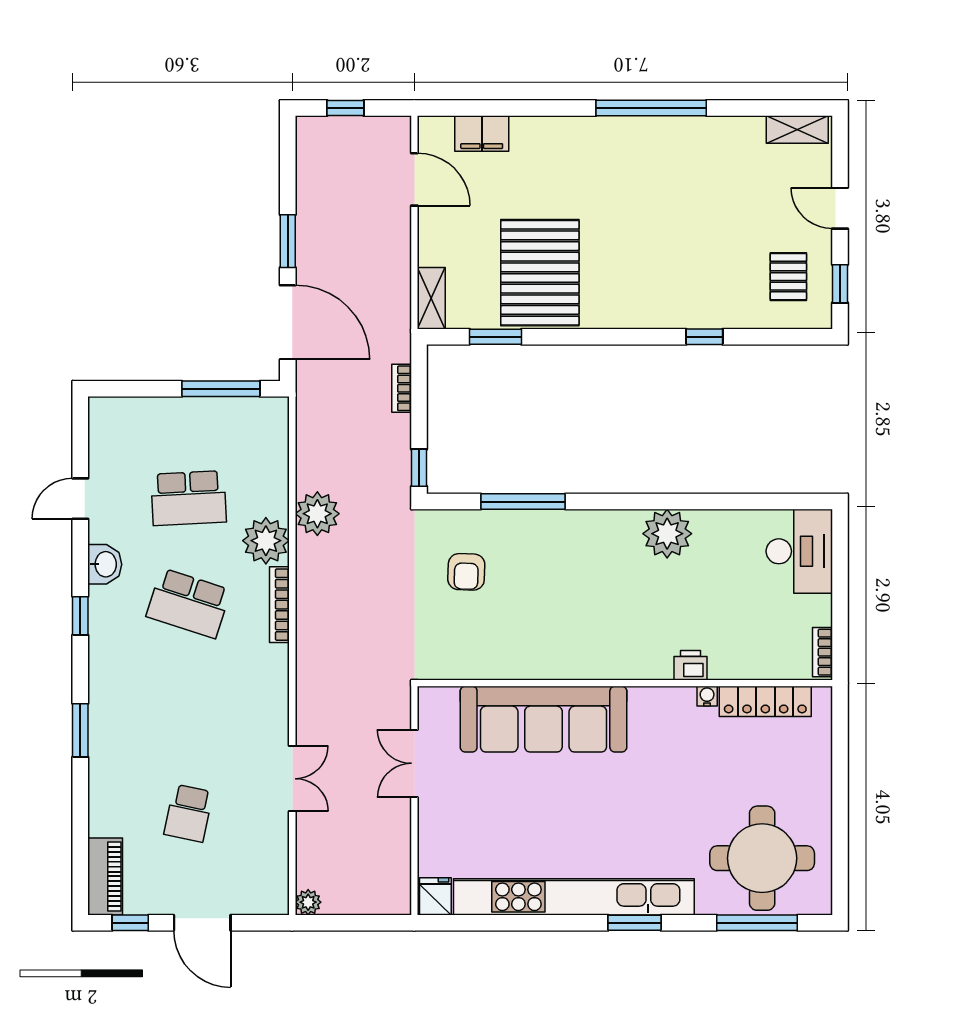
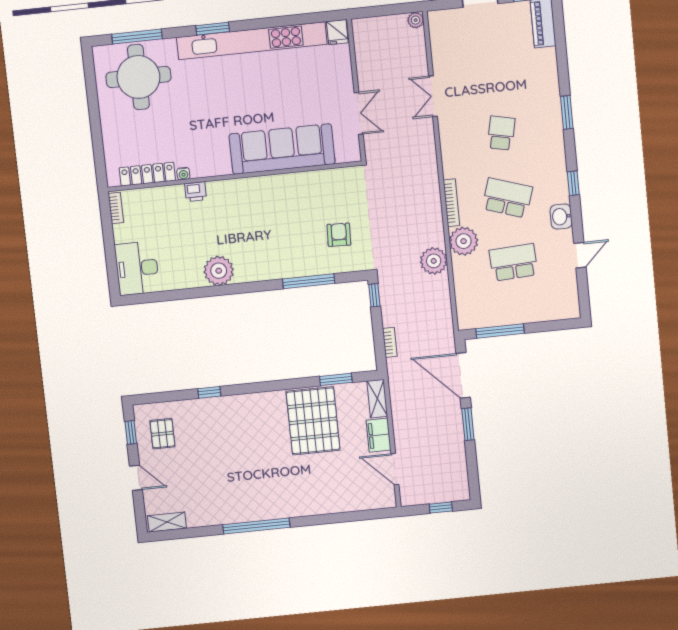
filing cabinet: (482, 134) -> (379, 435), moved, turned -90
school desk: (189, 813) -> (501, 133), moved

